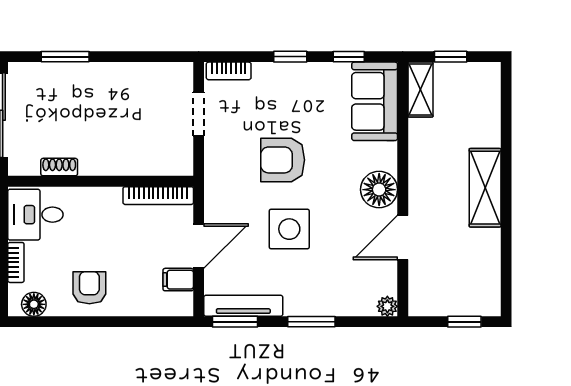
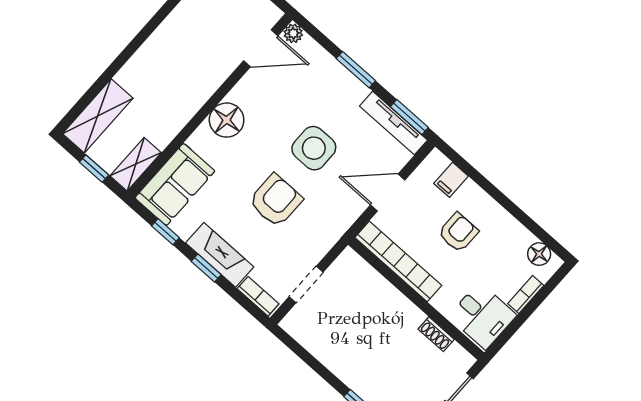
fireplace: (289, 77) -> (220, 255), added
armchair: (283, 160) -> (276, 201), turned -90
shelving: (485, 188) -> (98, 116), moved
bookcase: (158, 196) -> (398, 261), width x1.48, depth x1.31
door: (403, 237) -> (261, 48), moved
filing cabinet: (178, 280) -> (451, 180), moved, turned 90
armchair: (89, 288) -> (458, 232), moved, turned 180

